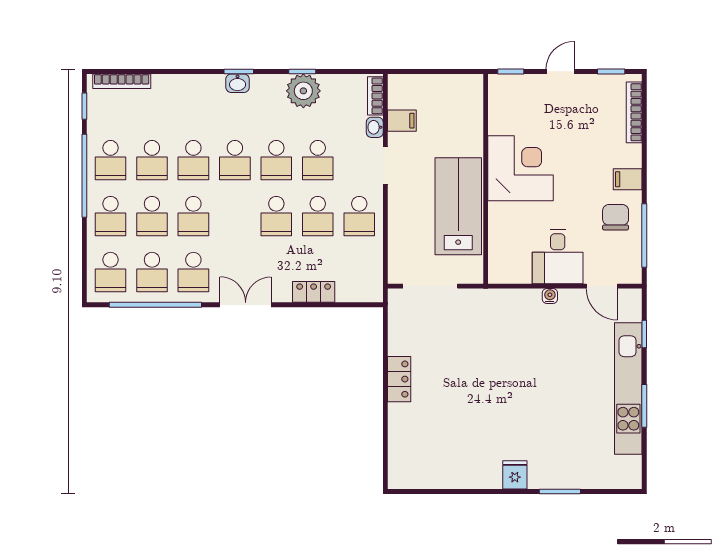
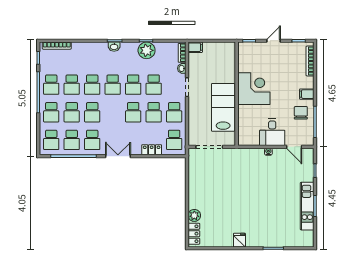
filing cabinet: (402, 121) -> (195, 47), moved
school desk: (359, 272) -> (174, 140), added
locker: (399, 379) -> (194, 234), moved
kitchen unit: (628, 388) -> (307, 206), width x0.73
plant: (400, 425) -> (194, 215), added
fridge: (515, 475) -> (239, 240), moved

